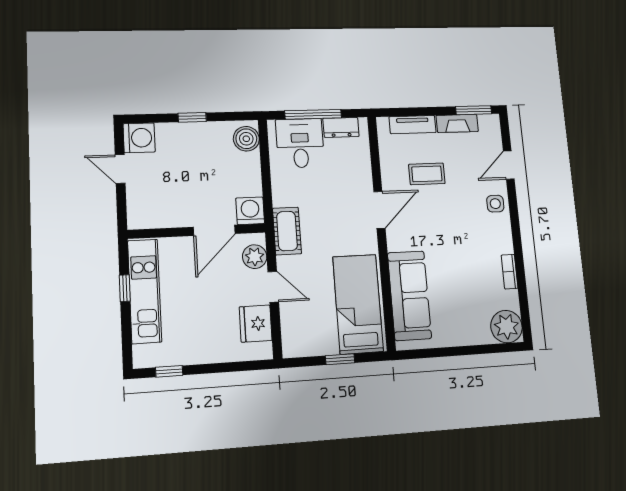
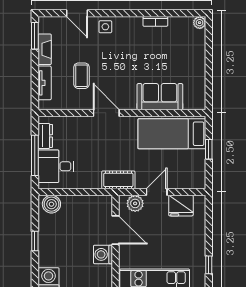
washing machine: (250, 211) -> (103, 254), moved
sofa: (409, 295) -> (160, 97), width x0.73
plant: (507, 327) -> (200, 23), width x0.53, depth x0.53

